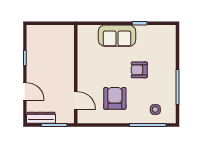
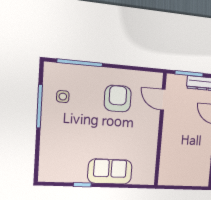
armchair: (139, 70) -> (86, 130), removed
armchair: (115, 98) -> (118, 99), turned 180
side table: (155, 109) -> (63, 97), moved

